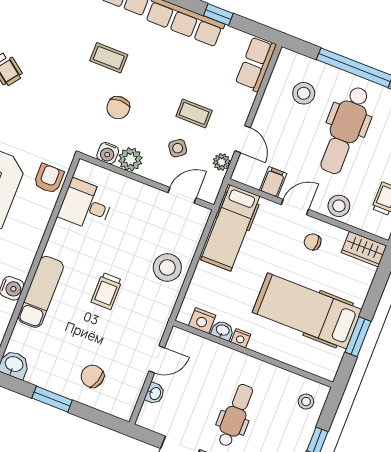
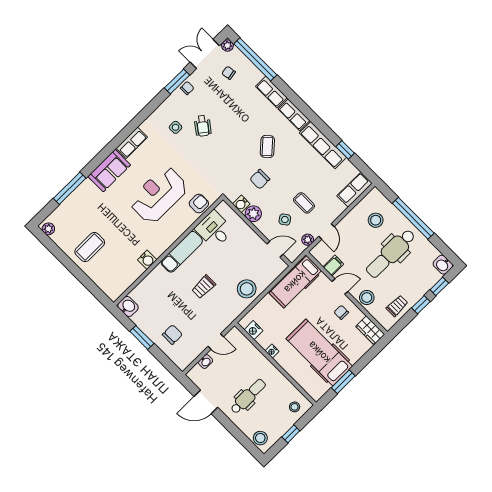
coffee table: (109, 58) -> (267, 147), turned 48
exam couch: (41, 292) -> (182, 252), moved
washbasin: (223, 330) -> (263, 342), removed
chair: (92, 376) -> (172, 335), turned 73

